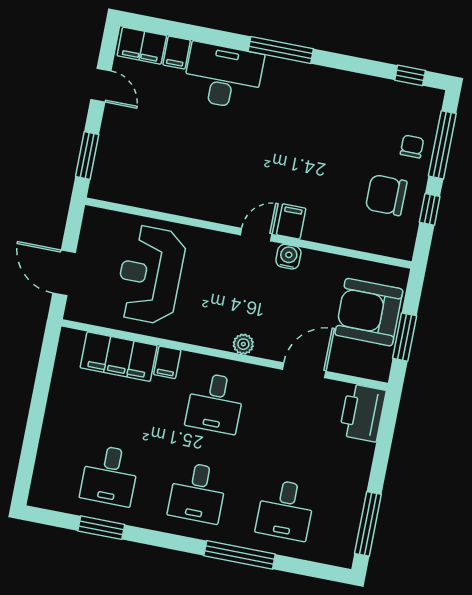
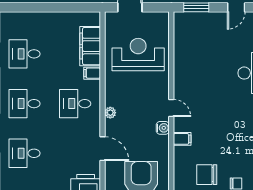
chair: (386, 195) -> (207, 175), turned -90
filing cabinet: (291, 221) -> (182, 139), moved

